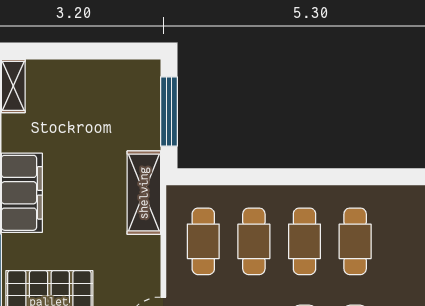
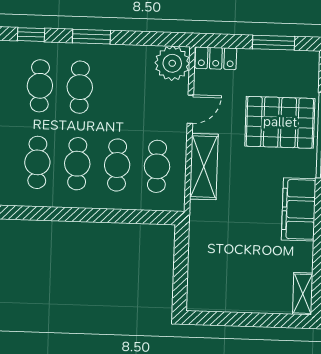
window: (169, 111) -> (181, 270), removed
shelving: (144, 193) -> (204, 167), moved

